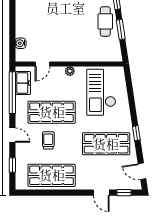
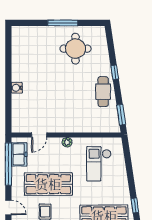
window: (121, 30) -> (121, 115), moved
water cooler: (21, 43) -> (17, 88), moved
checkout: (101, 92) -> (99, 164), width x0.73, depth x0.83

